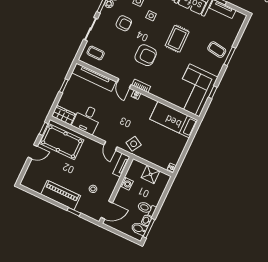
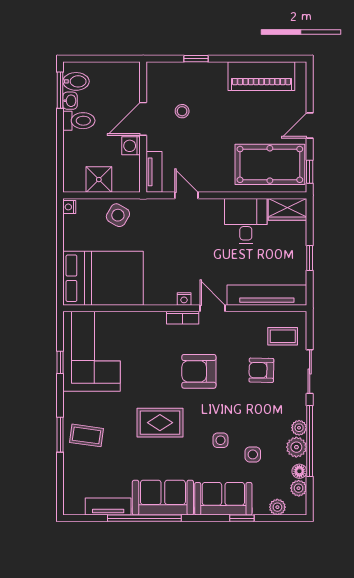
armchair: (124, 23) -> (261, 370), moved
rug: (177, 39) -> (160, 423), turned 90
bed: (174, 120) -> (103, 278), width x1.50
side table: (134, 144) -> (118, 215), moved
piano: (61, 195) -> (261, 76), moved
door: (107, 210) -> (143, 119), moved

